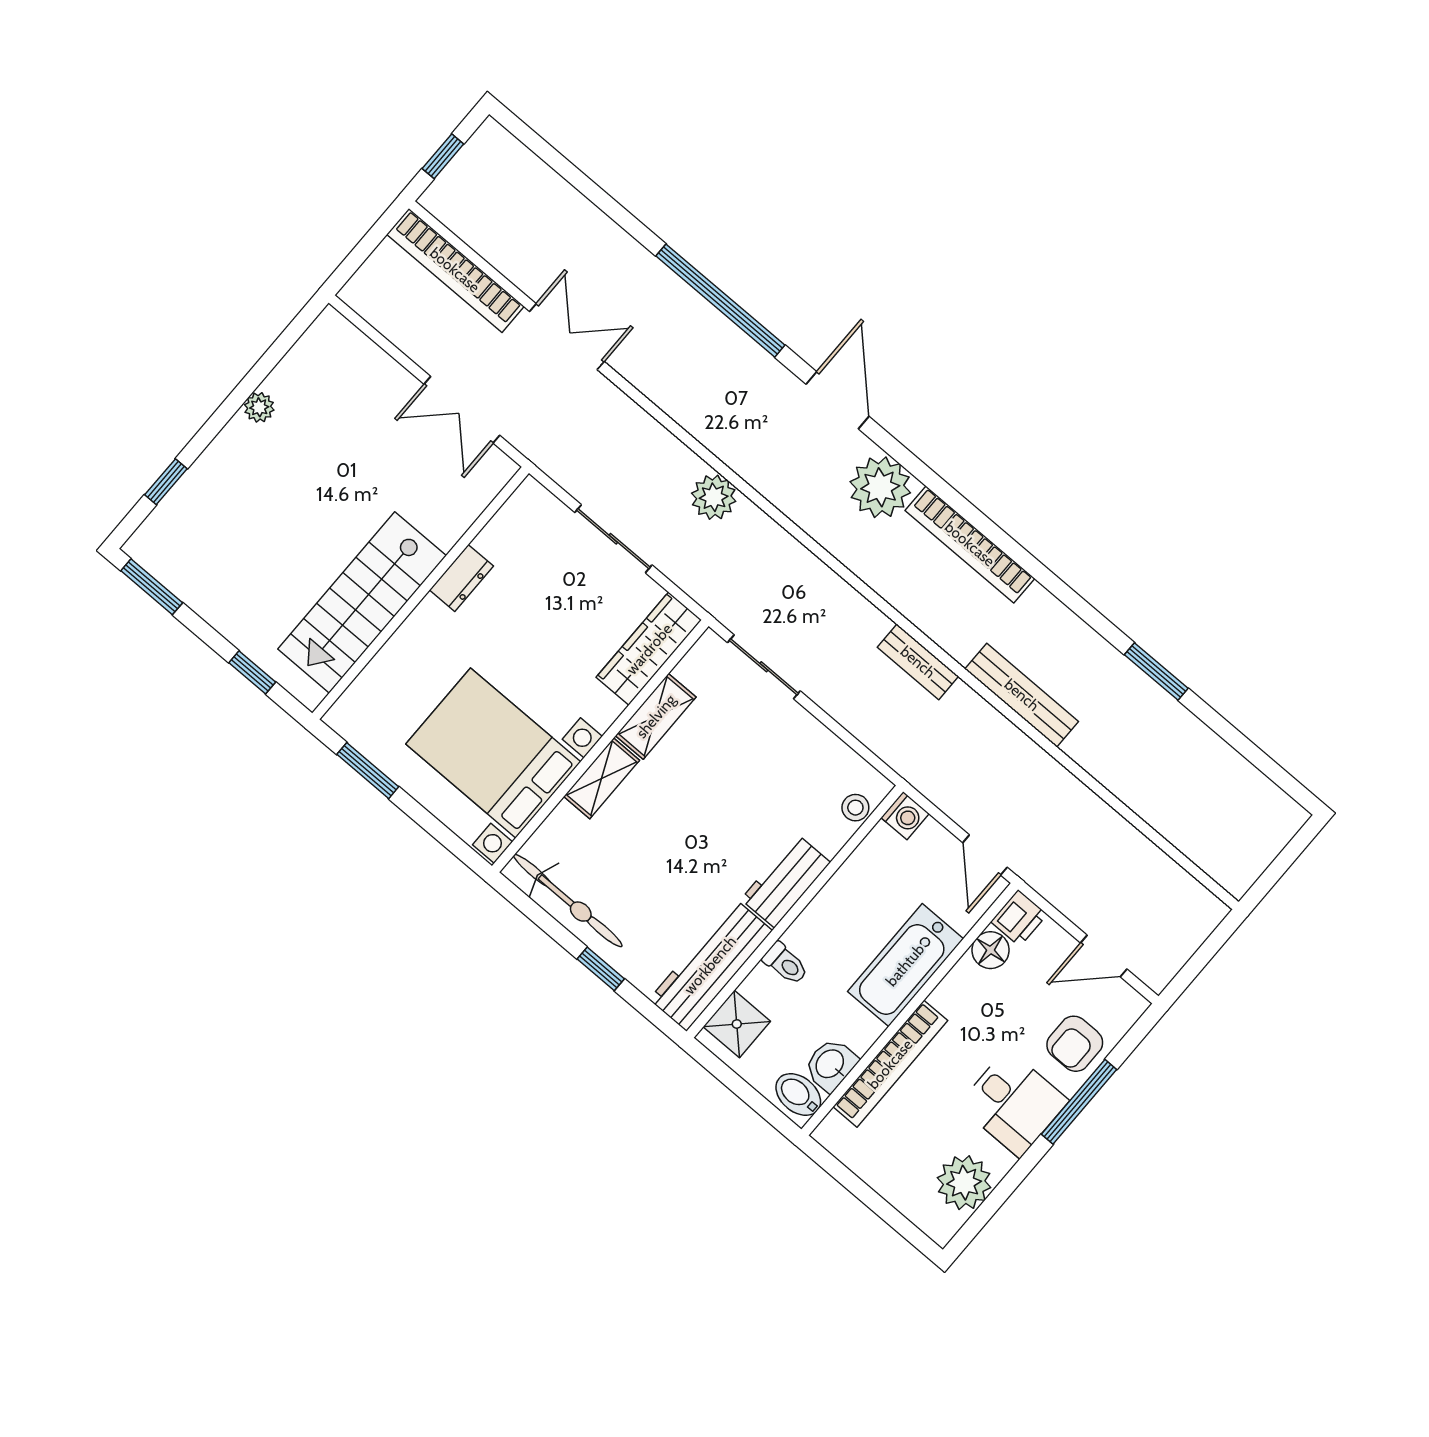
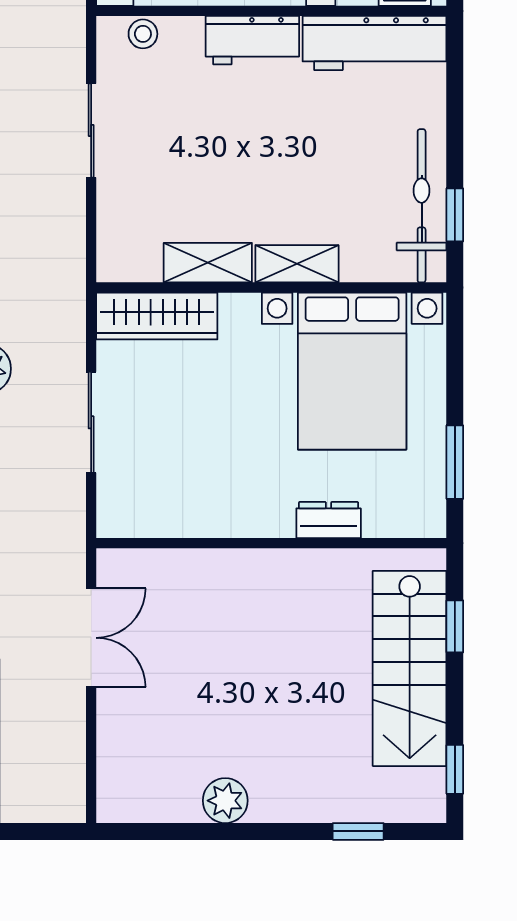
plant: (259, 407) -> (225, 801), width x1.38, depth x1.38
dresser: (462, 578) -> (329, 520), moved
window: (152, 587) -> (455, 769), width x0.67
stairs: (362, 602) -> (410, 668), moved, turned 90
sliding door: (764, 667) -> (91, 130), moved
window: (601, 969) -> (455, 215), moved

